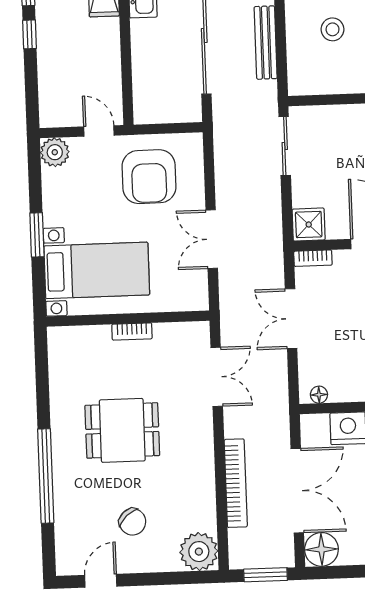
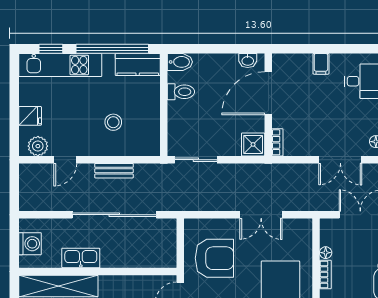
bench: (266, 43) -> (114, 171), width x0.73
double door: (291, 319) -> (340, 160), moved
floor lamp: (162, 331) -> (326, 253), added

